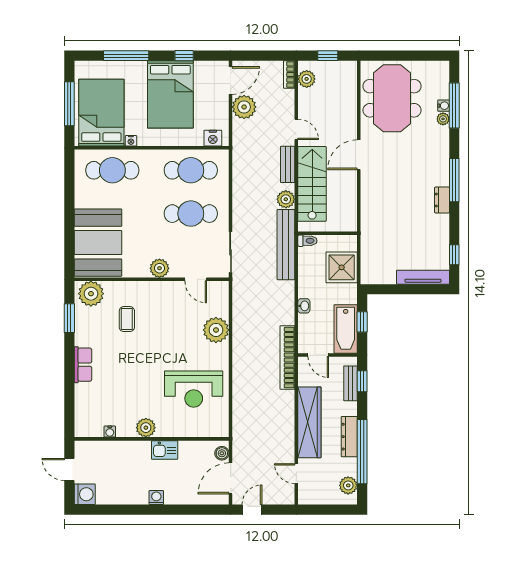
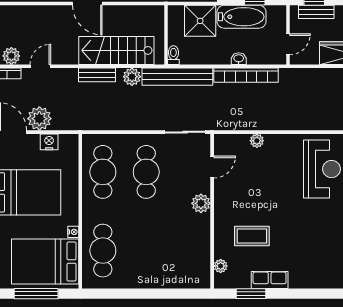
door: (296, 129) -> (40, 66), moved
nightstand: (213, 138) -> (49, 142), moved, turned -90
booth: (98, 243) -> (175, 265), removed
plant: (91, 294) -> (221, 266), width x0.53, depth x0.53
coffee table: (127, 319) -> (252, 236), width x1.36, depth x1.30
bathtub: (346, 329) -> (241, 17), moved
plant: (216, 330) -> (257, 141), width x0.53, depth x0.53
bookcase: (287, 358) -> (246, 75), moved
row of seats: (83, 365) -> (270, 280), moved

